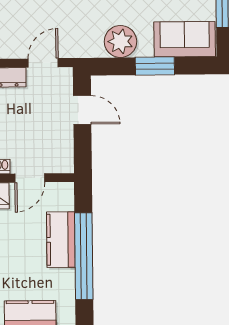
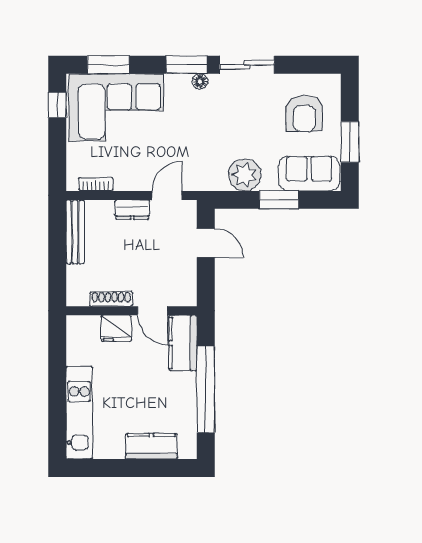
door: (30, 178) -> (153, 311), hinge flipped
kitchen counter: (61, 240) -> (183, 343), moved

